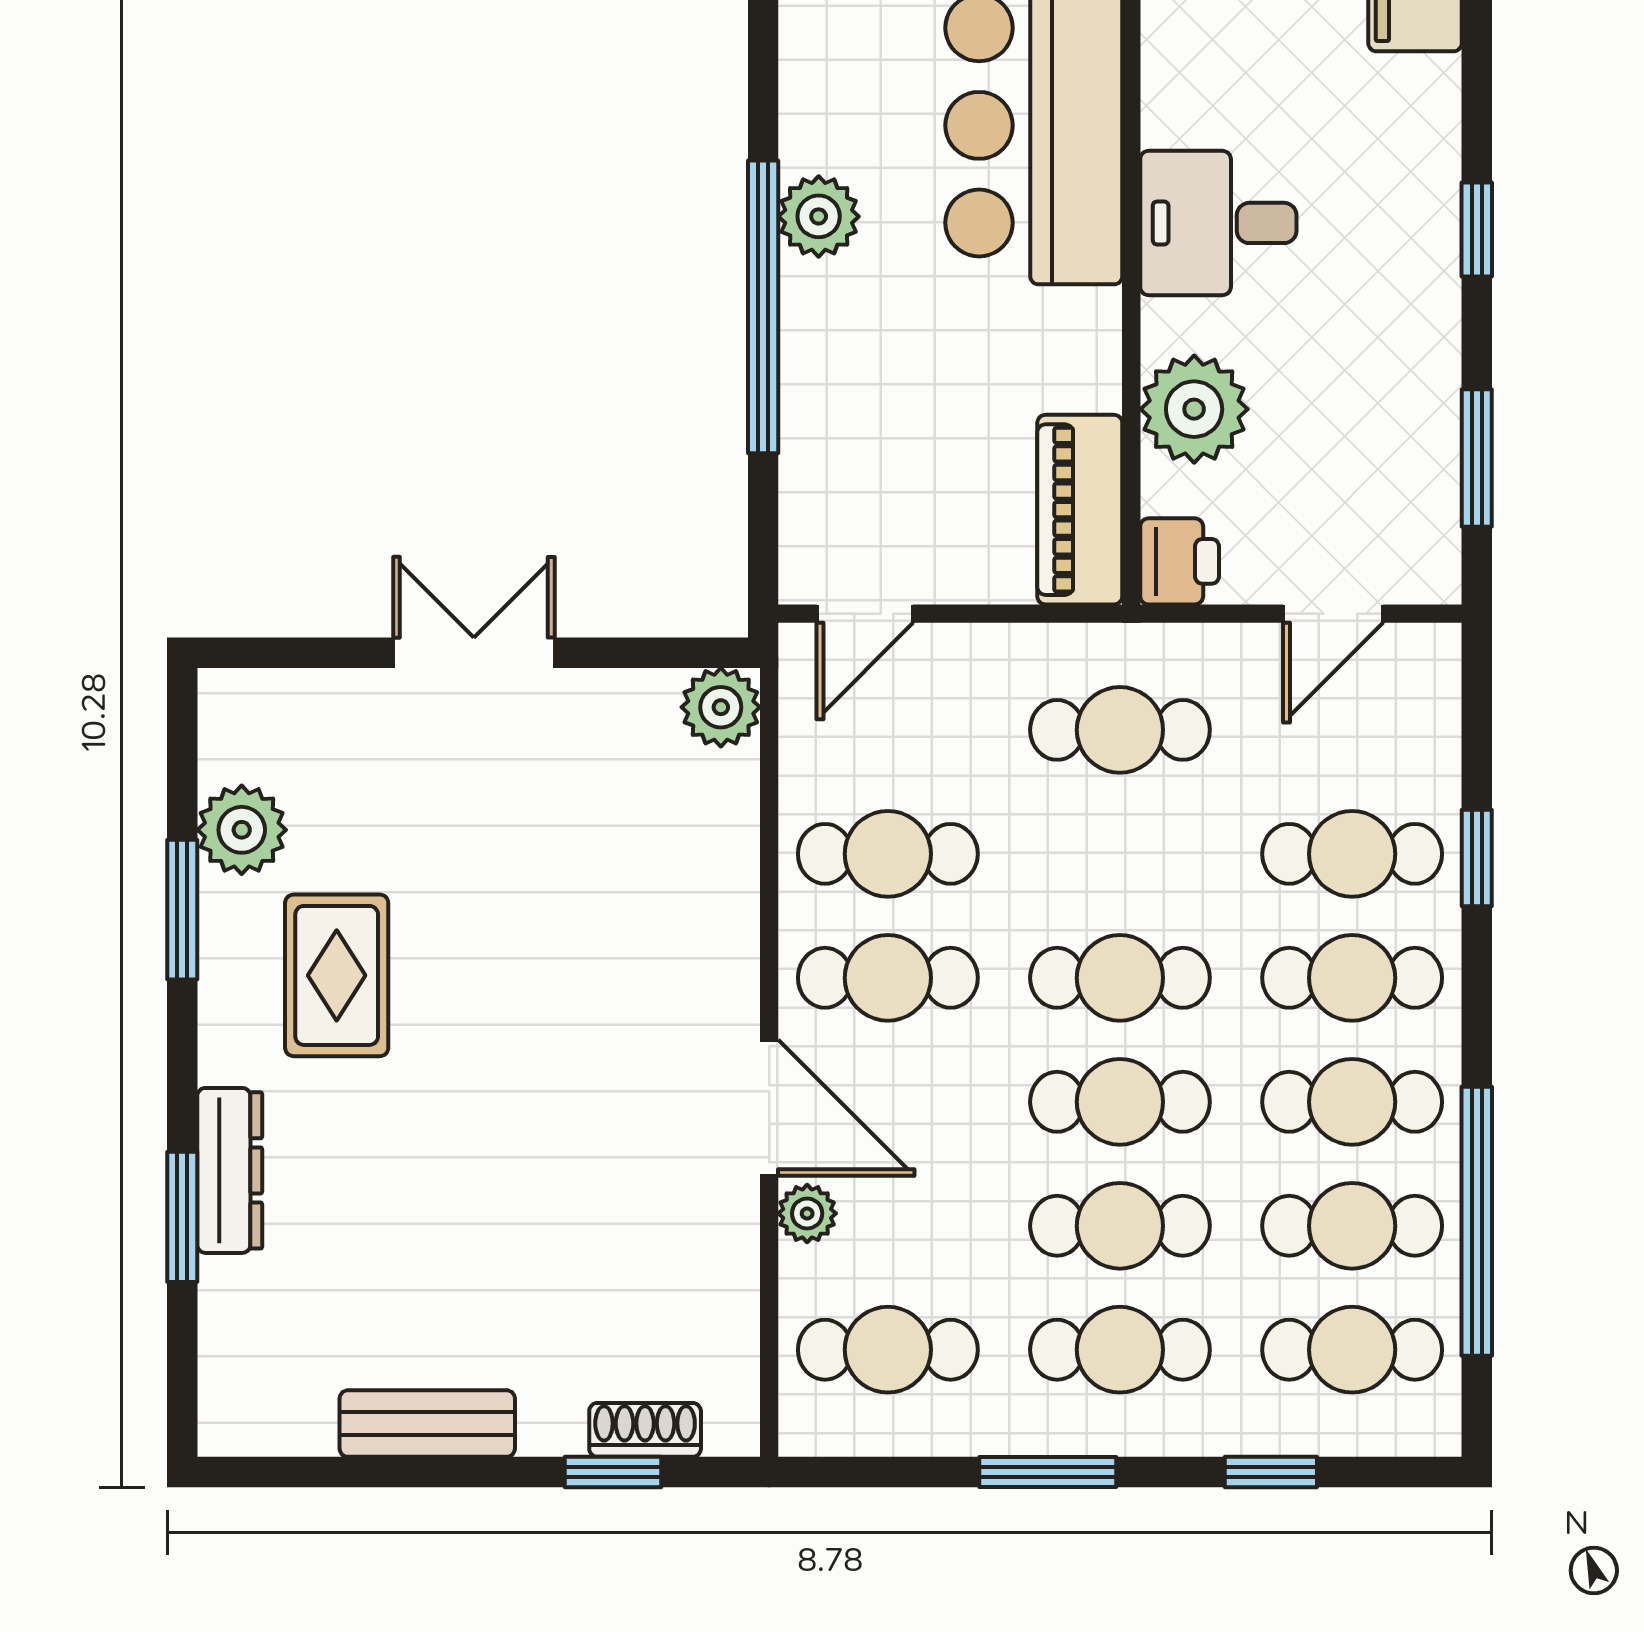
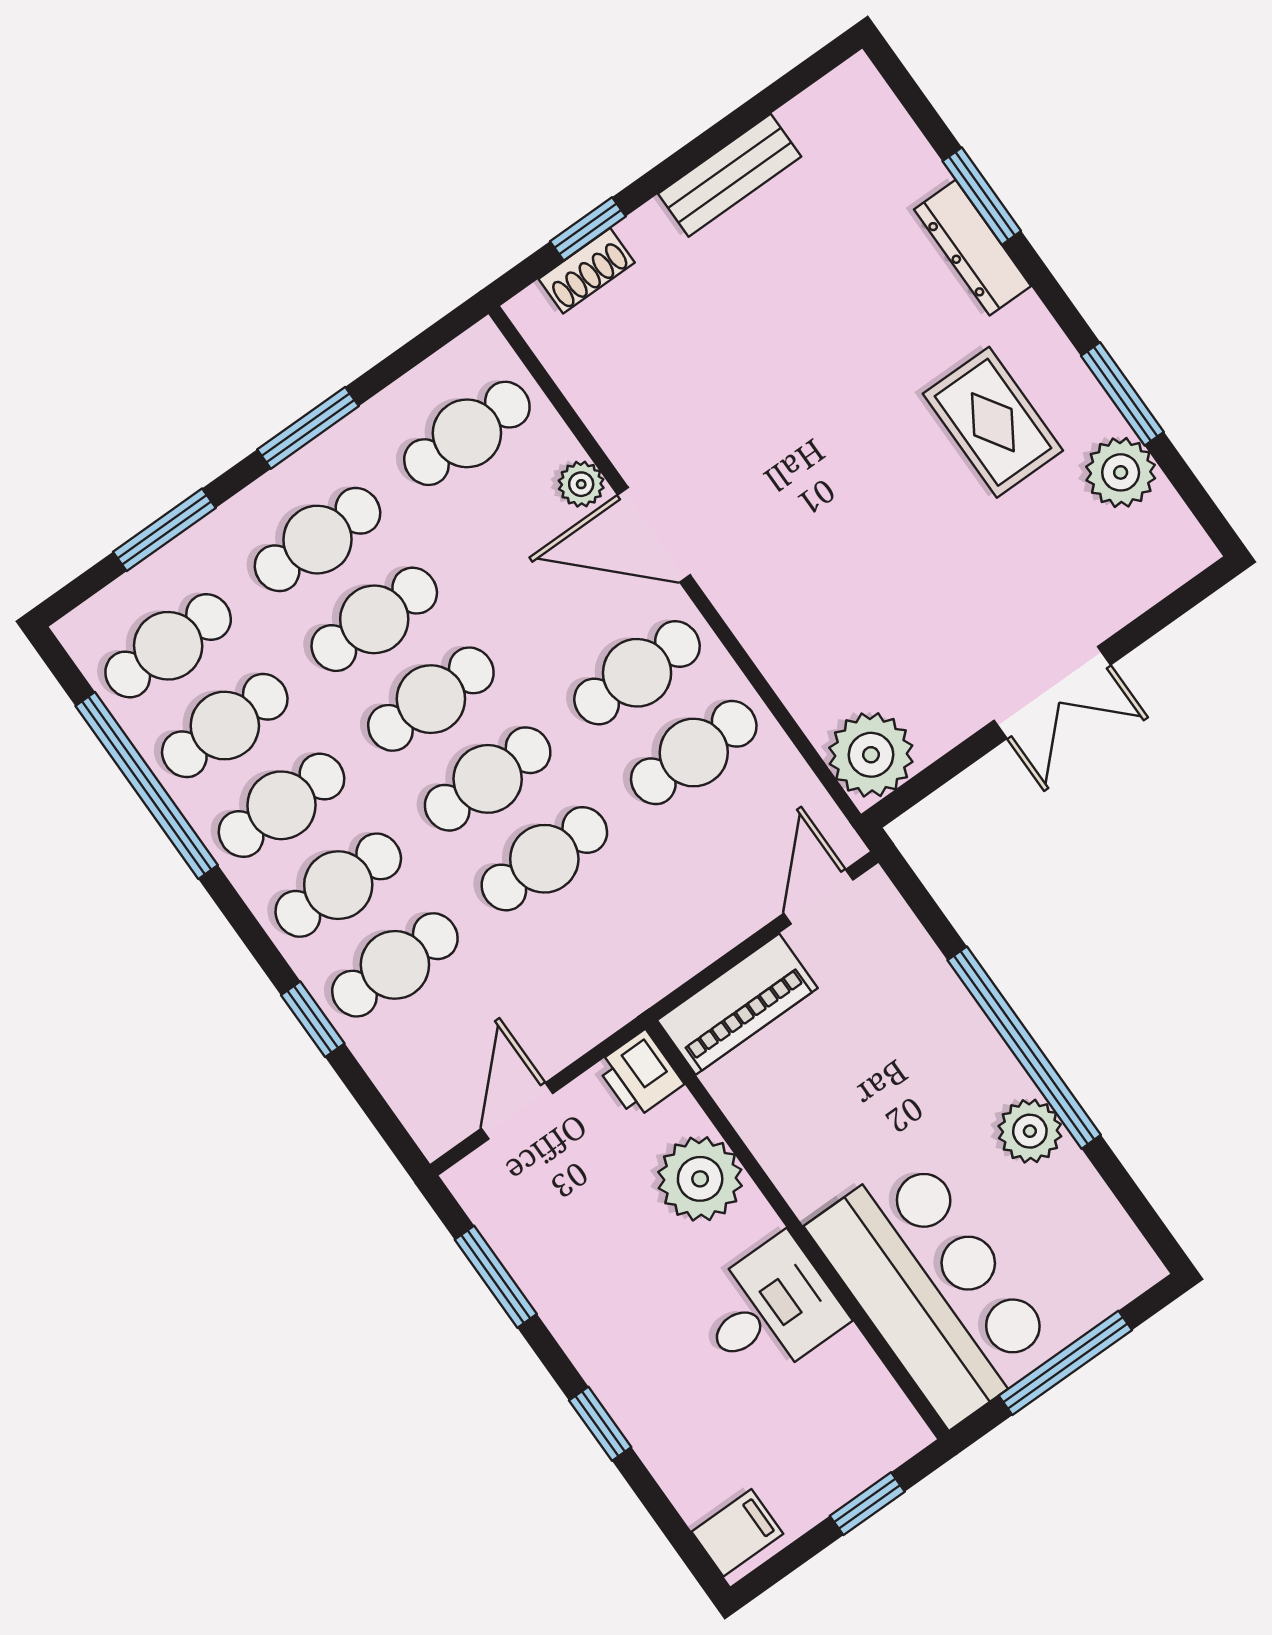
piano: (1080, 510) -> (737, 1004), moved, turned 90
plant: (721, 707) -> (871, 755), width x1.36, depth x1.36
cafe table: (1120, 730) -> (544, 859), moved
window: (1271, 1472) -> (164, 530), width x1.50

